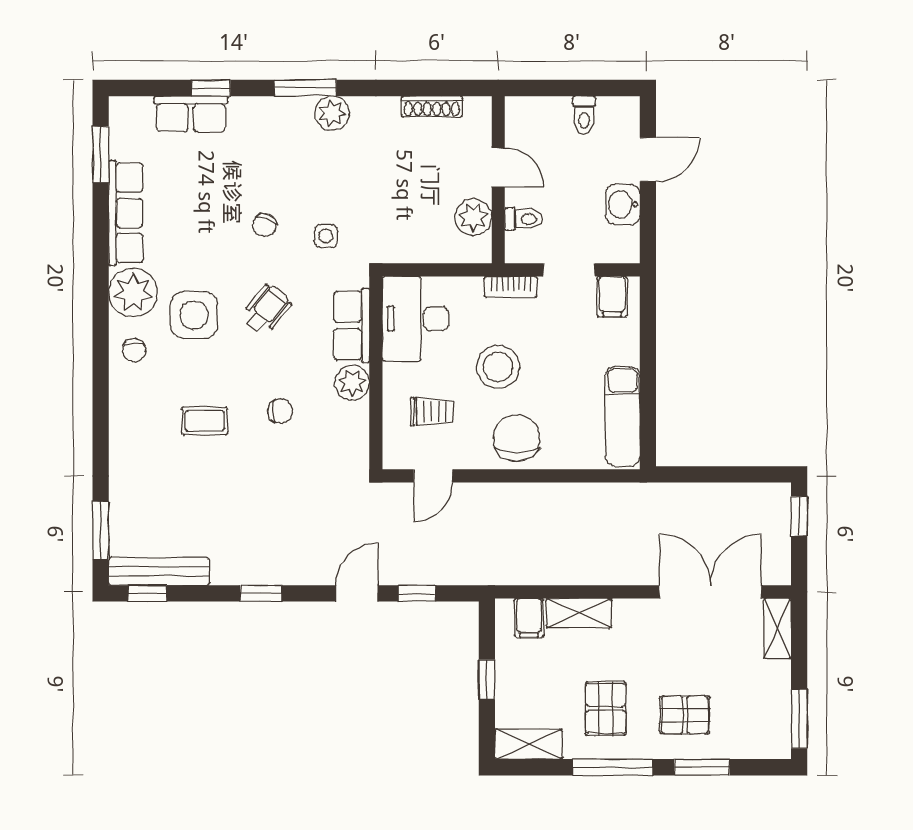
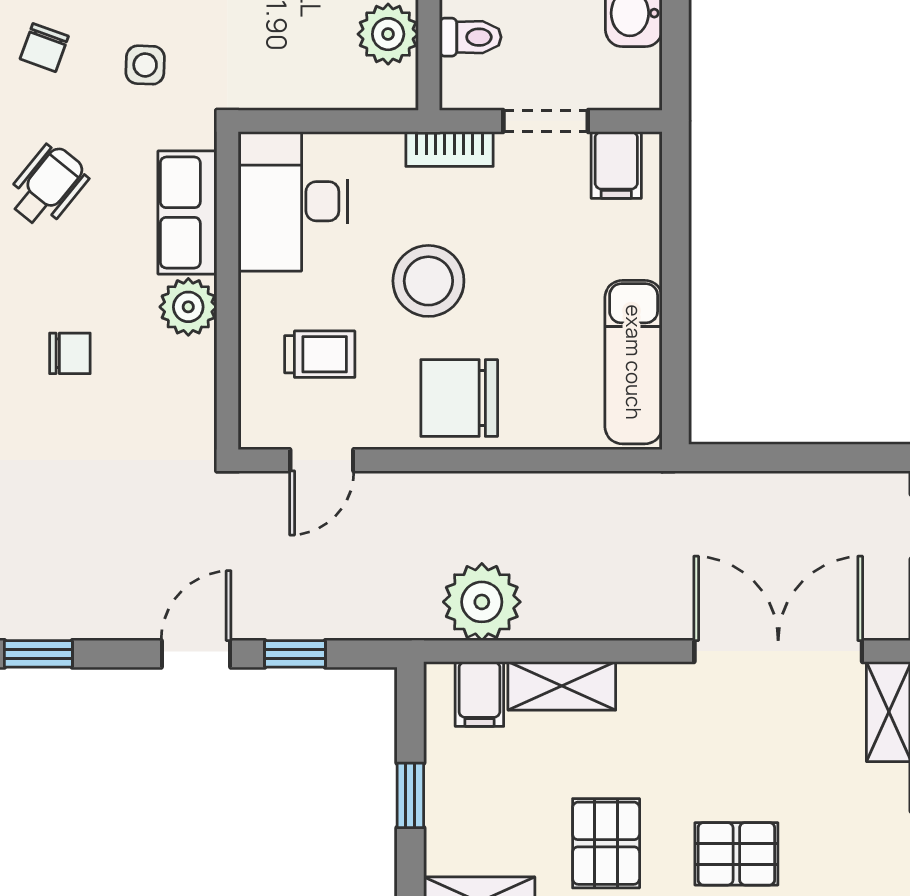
chair: (517, 438) -> (459, 398), turned -90
plant: (530, 562) -> (482, 602), added

